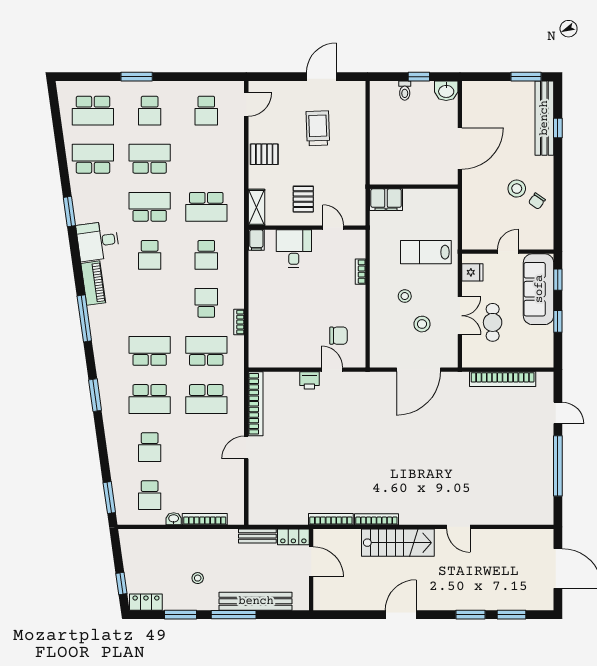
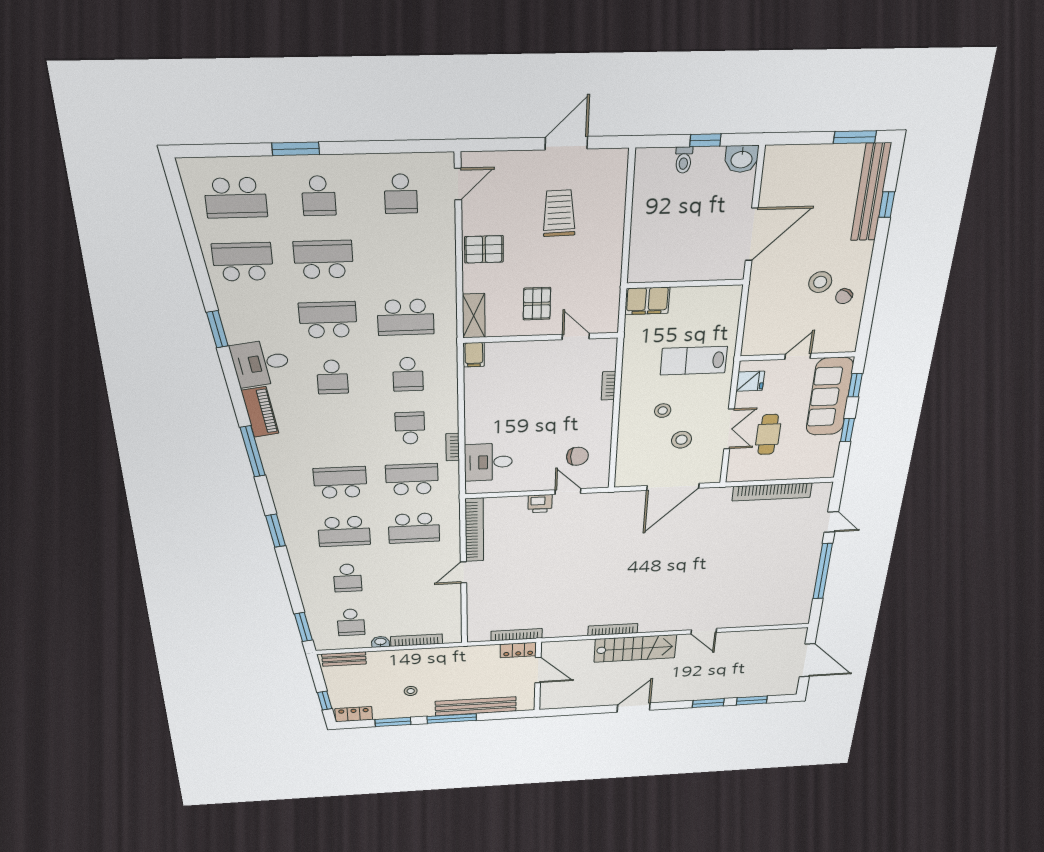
desk: (294, 249) -> (488, 462), moved, turned -90
bookcase: (331, 519) -> (517, 635), moved
bench: (257, 536) -> (344, 659), moved

